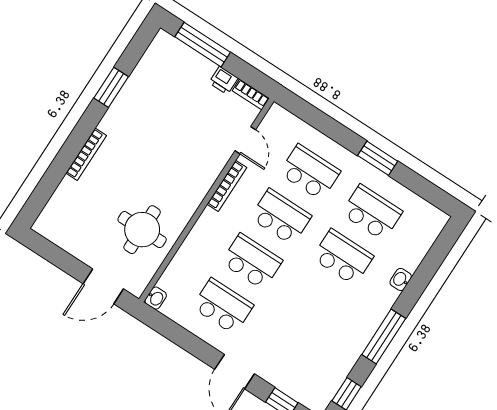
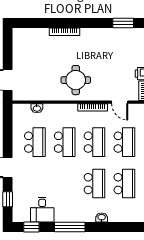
window: (111, 87) -> (123, 23), moved
door: (245, 140) -> (120, 102), hinge flipped
round table: (142, 230) -> (76, 80), moved
washbasin: (156, 298) -> (37, 108), moved
desk: (331, 361) -> (42, 210), added

